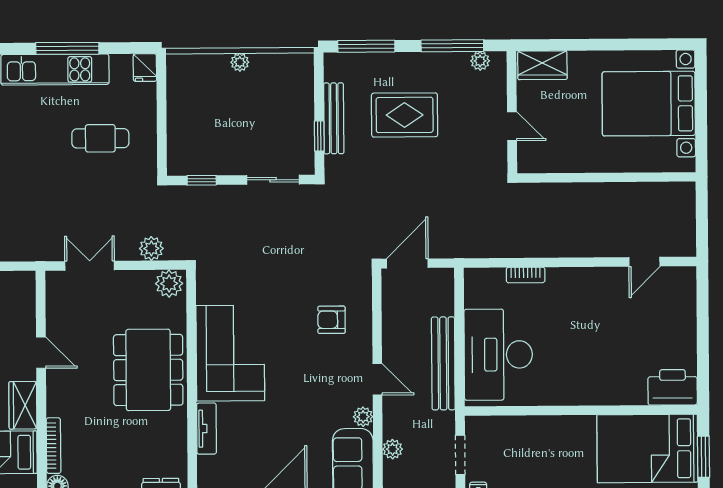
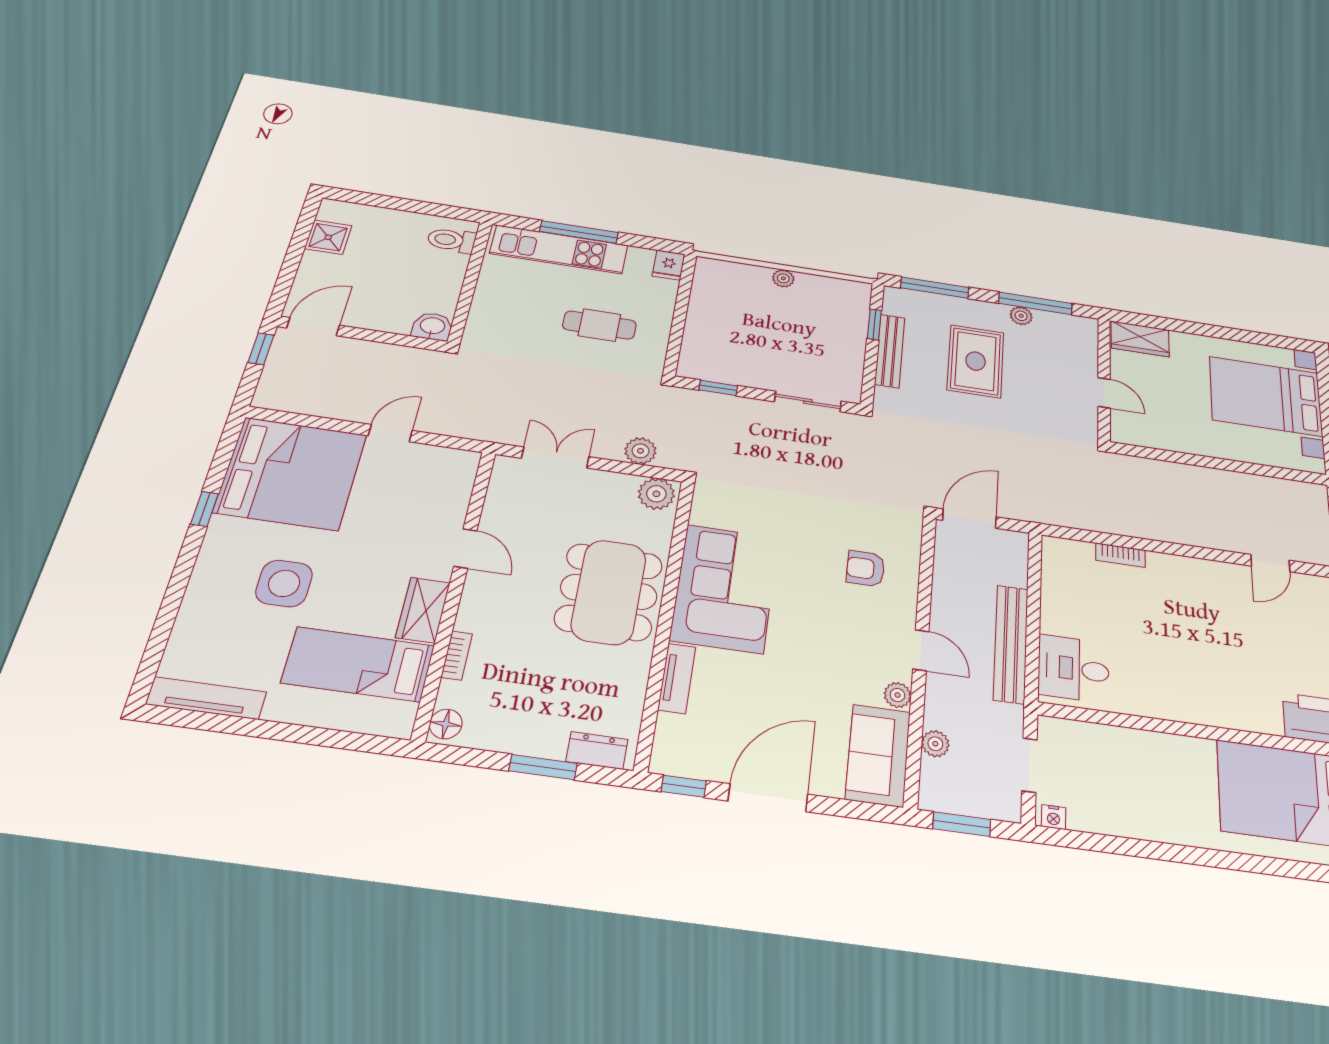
plant: (480, 61) -> (1021, 316), moved
rug: (405, 115) -> (976, 361), turned 90
window: (319, 136) -> (874, 324), moved
desk: (498, 355) -> (1074, 669), width x0.53, depth x0.77
bookcase: (54, 446) -> (457, 655), width x0.64

